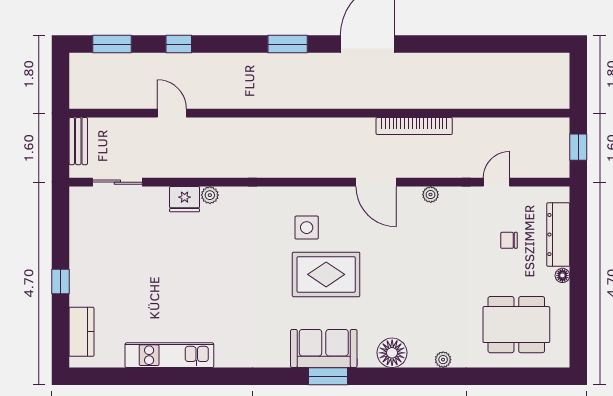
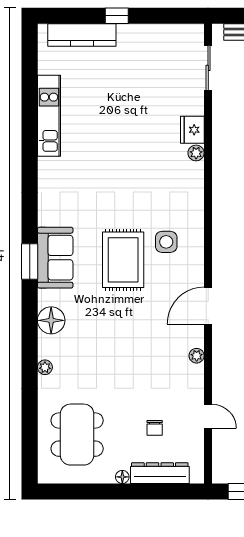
chair: (509, 240) -> (155, 428), turned 180
kitchen counter: (82, 332) -> (82, 35), width x1.50

